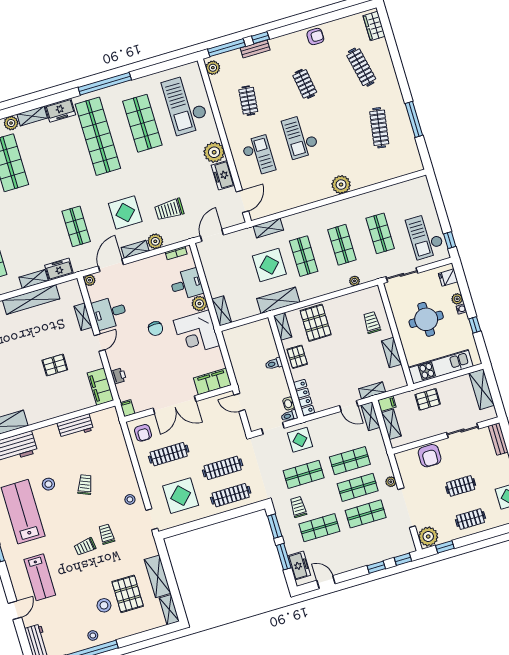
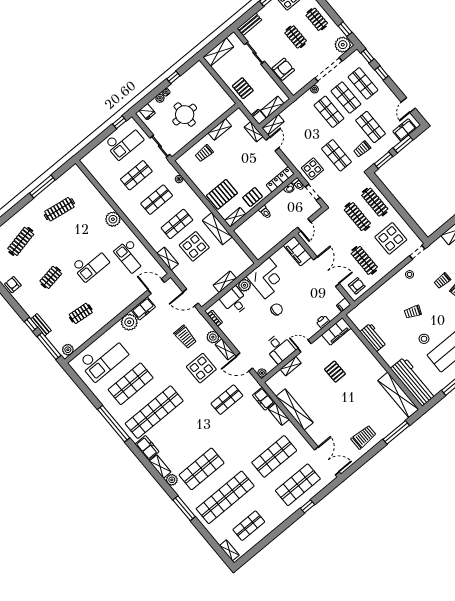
checkout: (258, 156) -> (131, 256), moved, turned -90
shelving: (222, 311) -> (225, 282), moved
kitchen unit: (441, 367) -> (215, 89), removed
shop shelf: (350, 461) -> (363, 83), moved

